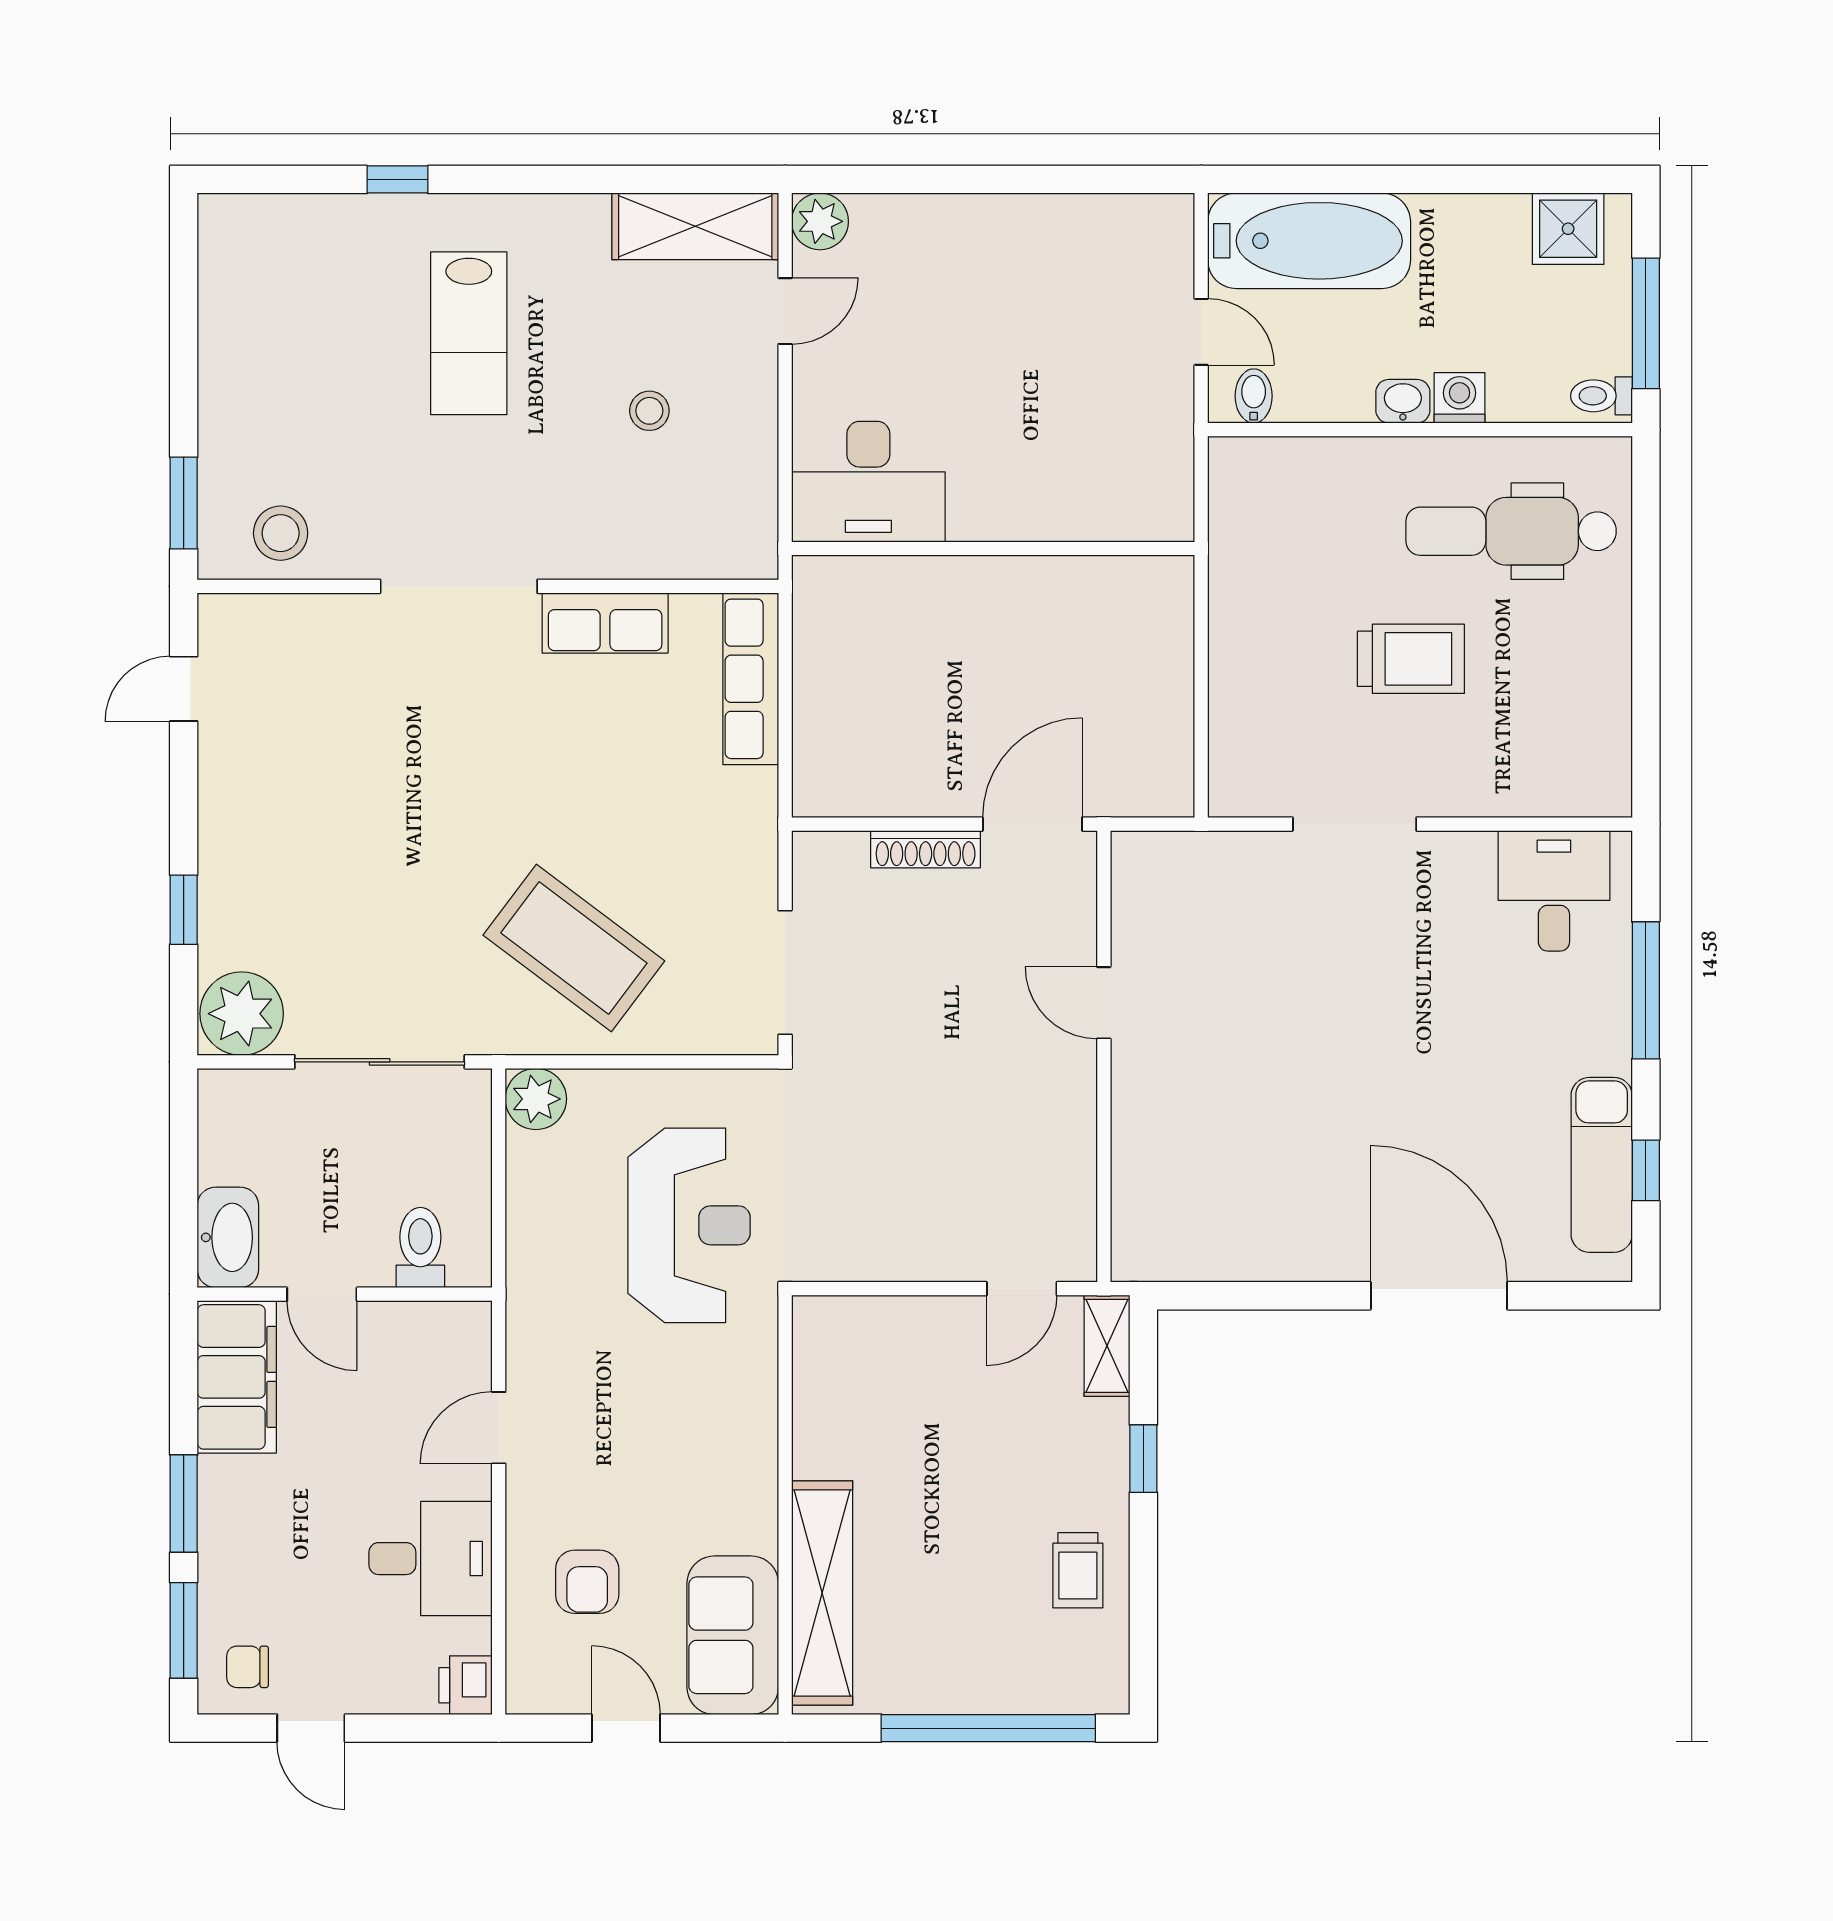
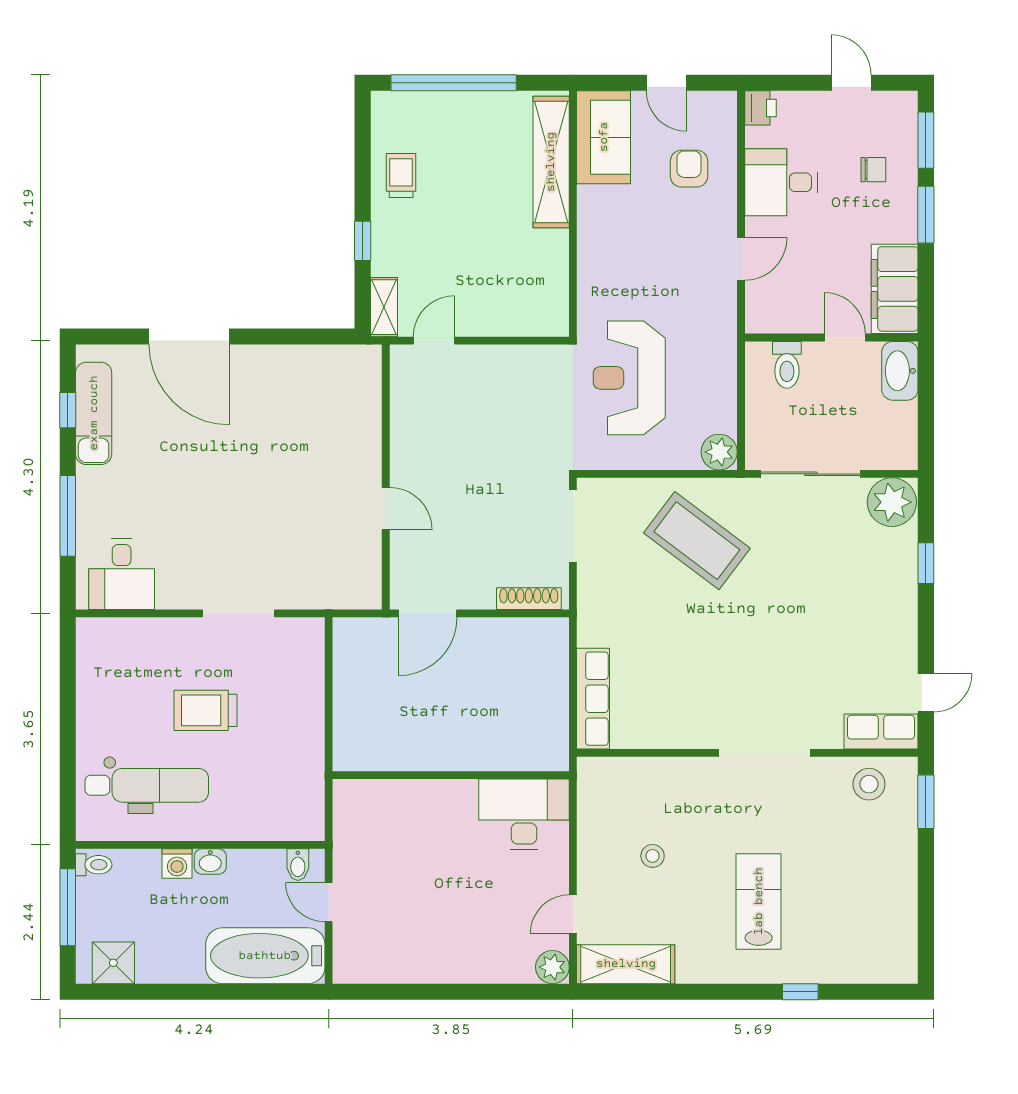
row of seats: (605, 623) -> (881, 731), moved
shoe rack: (926, 849) -> (529, 599), moved
chair: (247, 1667) -> (873, 170), moved

